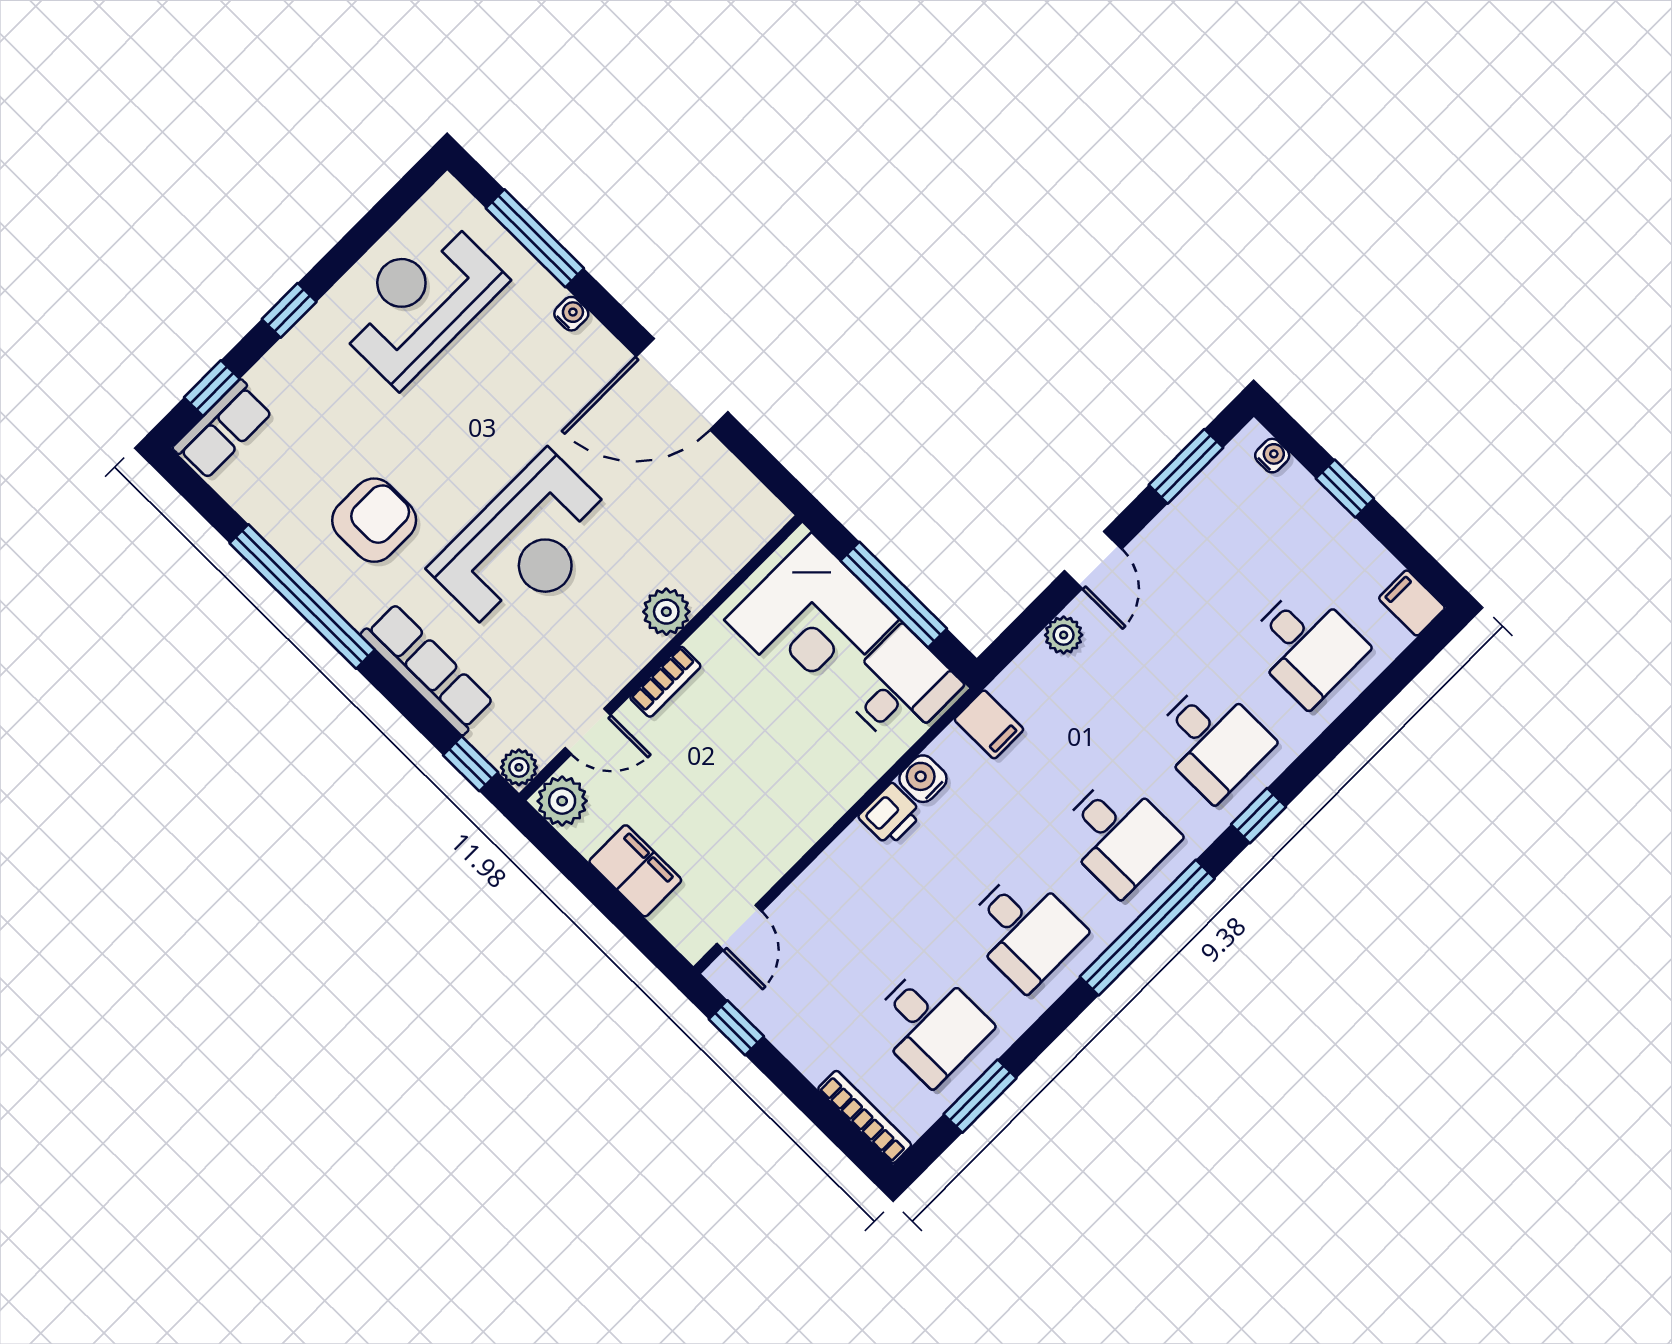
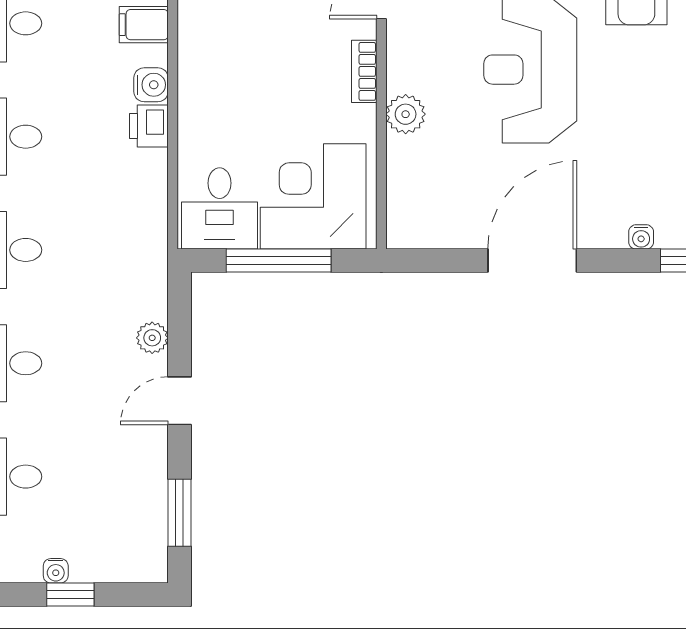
water cooler: (1272, 456) -> (56, 571), moved
door: (1093, 560) -> (179, 401), hinge flipped
filing cabinet: (989, 724) -> (144, 25), moved
water cooler: (923, 779) -> (151, 85), moved

